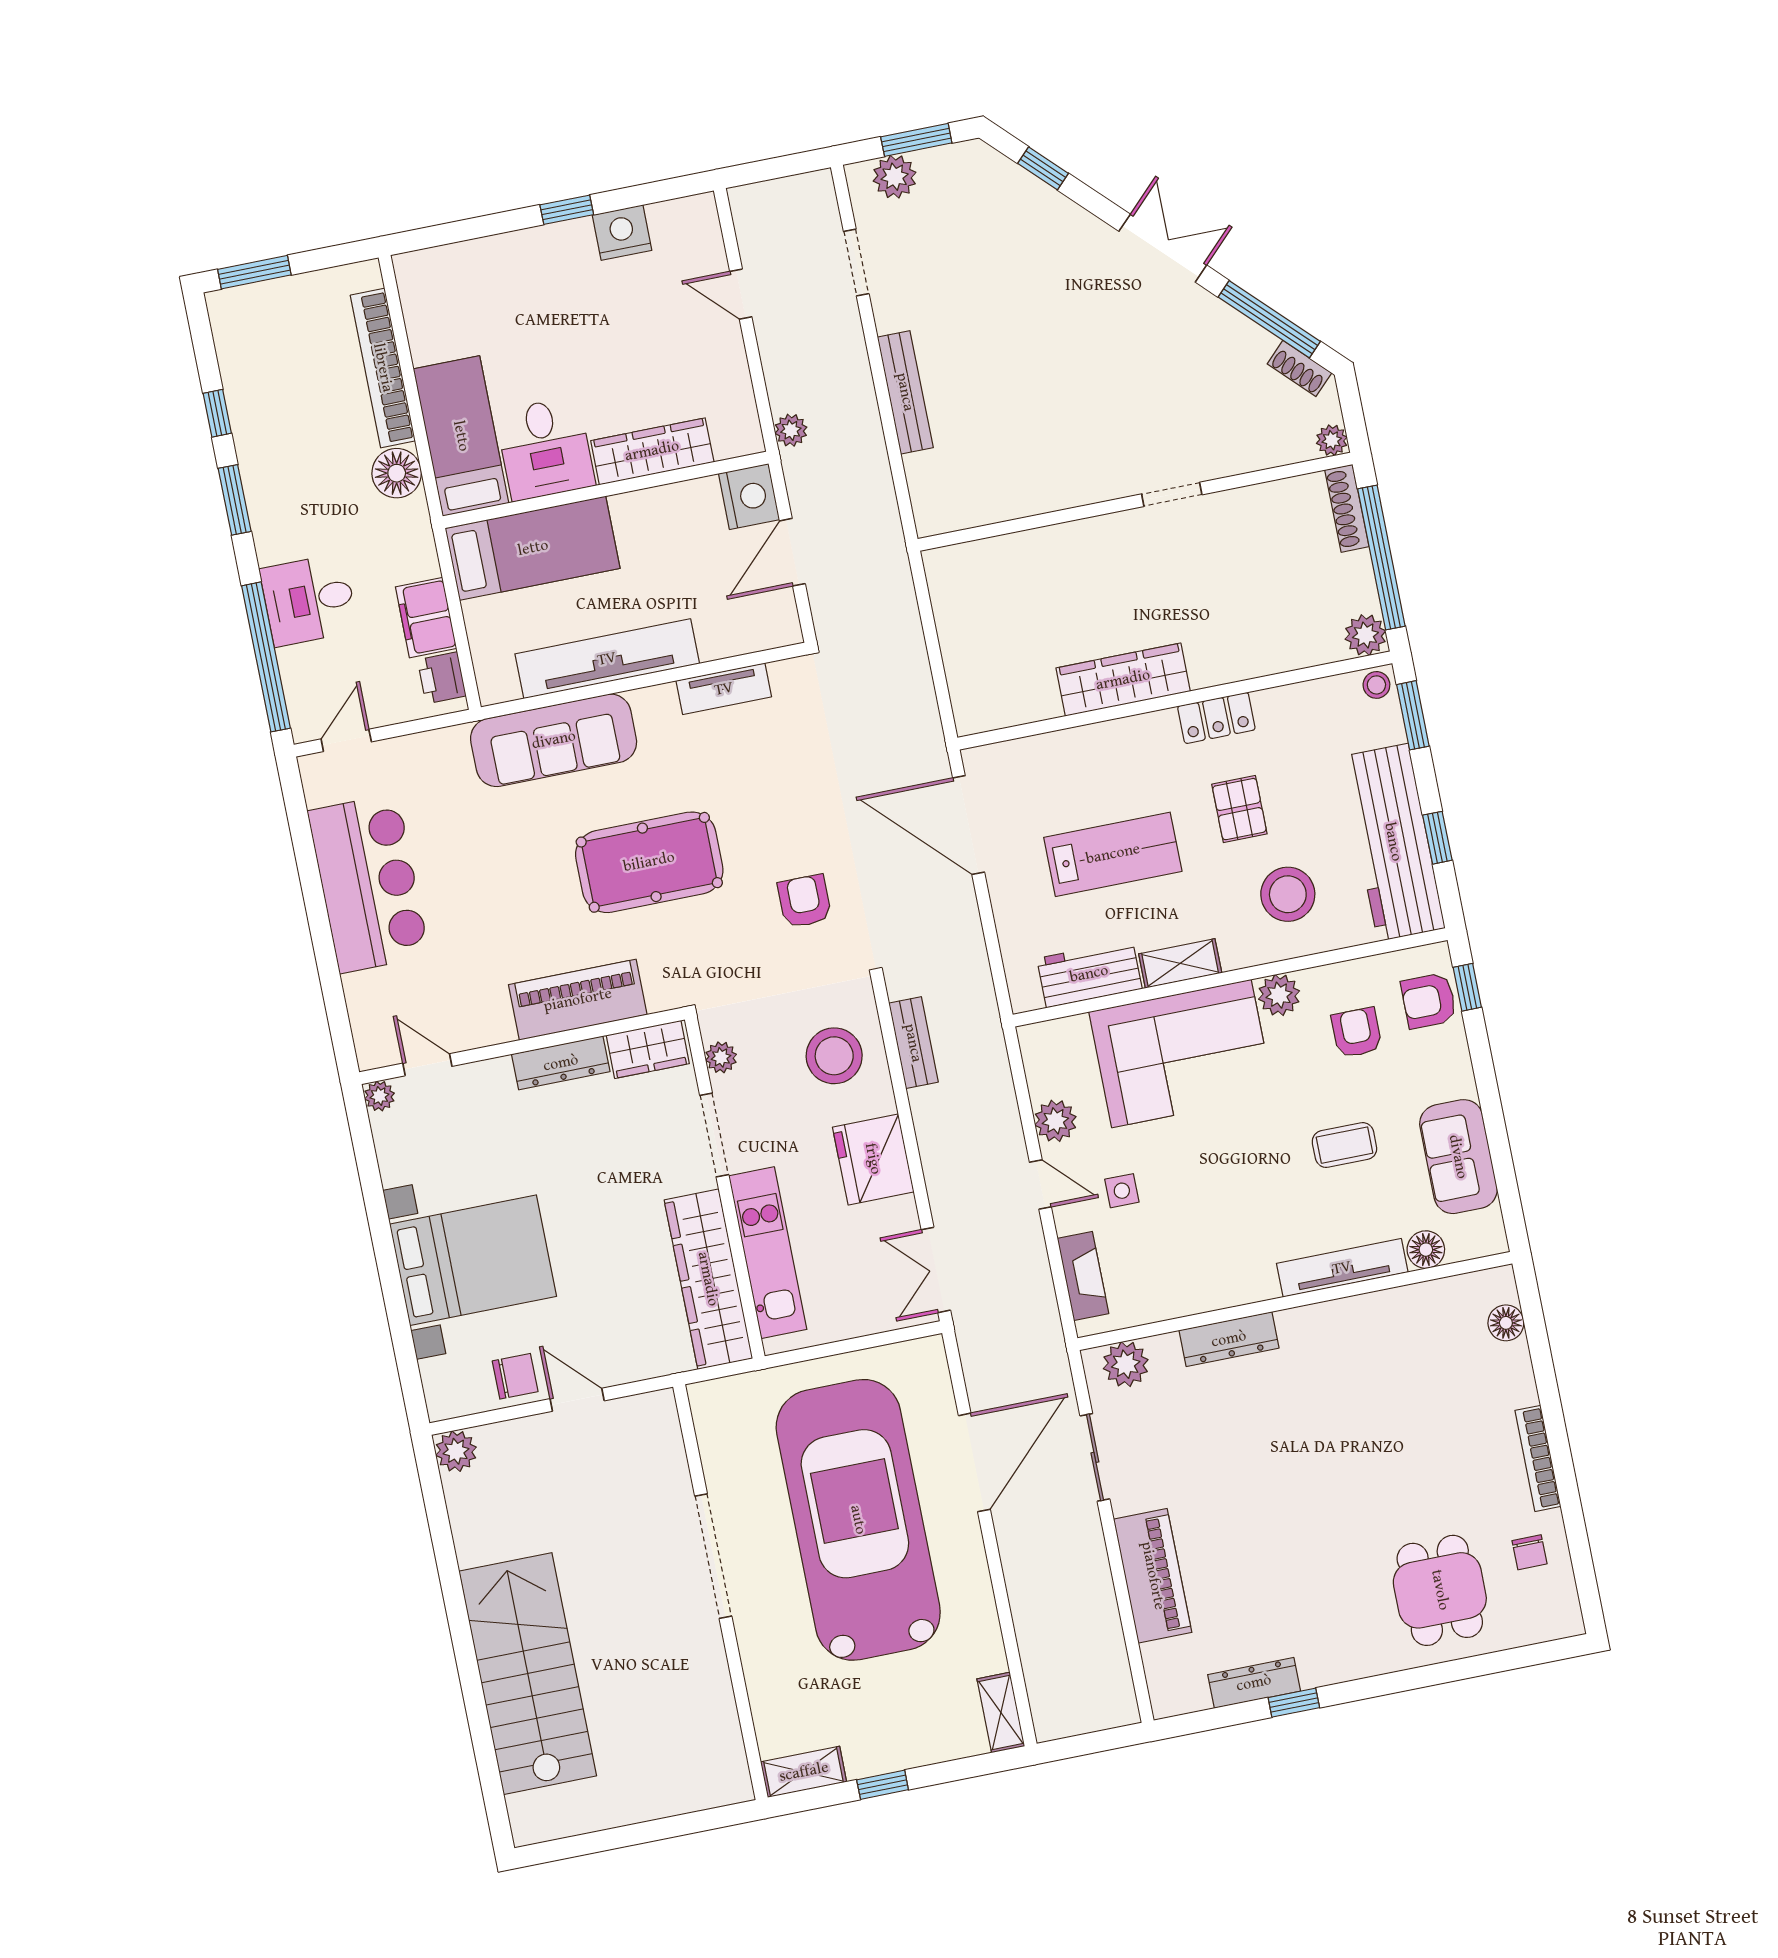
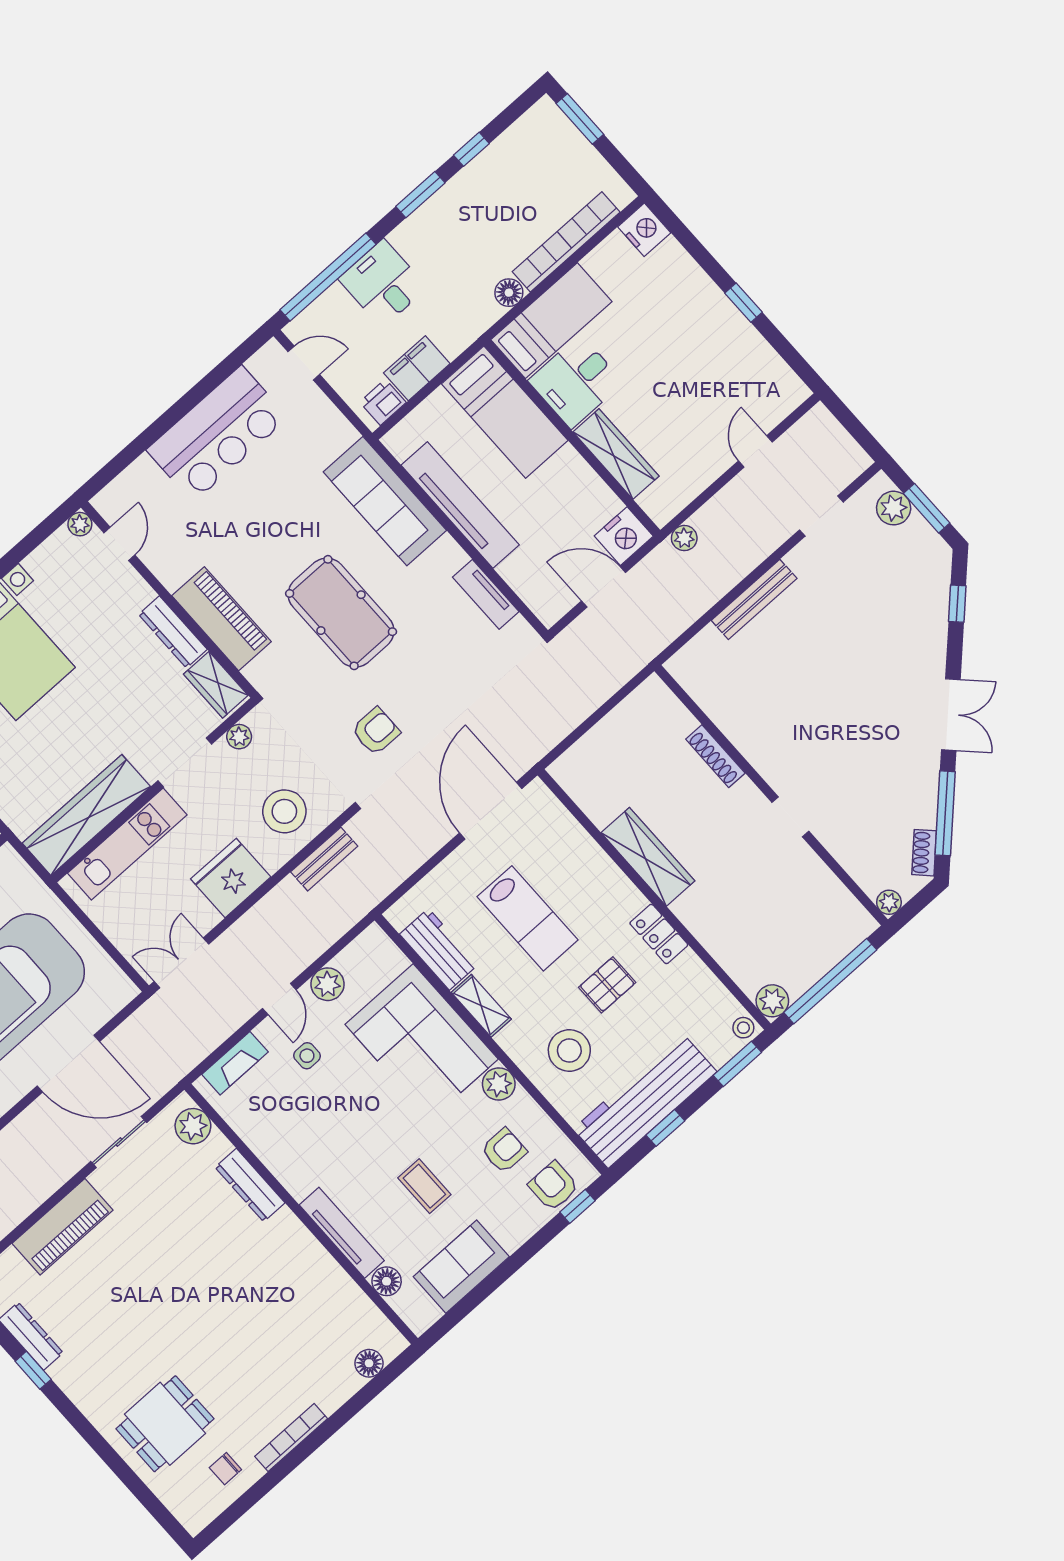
nightstand: (622, 233) -> (644, 230), moved
floor lamp: (397, 473) -> (509, 293), width x0.73, depth x0.73
shoe rack: (1347, 508) -> (715, 756), moved, turned -90

